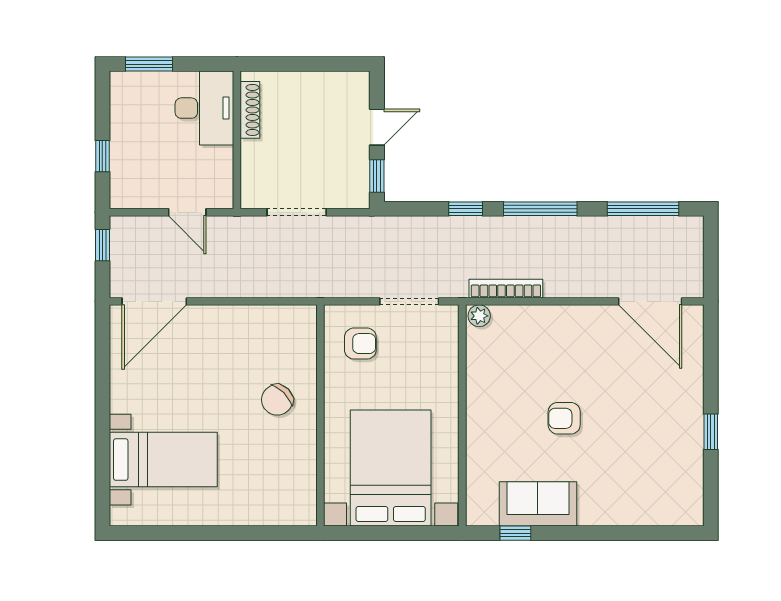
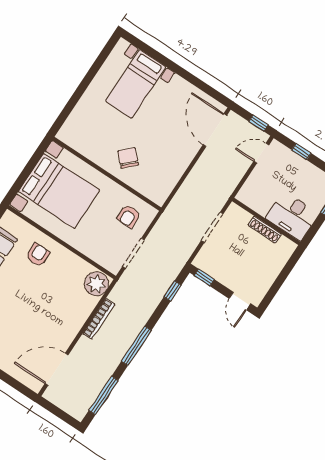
shoe rack: (250, 110) -> (265, 230), moved
door: (377, 127) -> (240, 301), moved
window: (466, 209) -> (173, 291), moved
door: (187, 212) -> (261, 153), moved
bookcase: (506, 289) -> (99, 319), moved
plant: (479, 316) -> (96, 284), width x1.88, depth x1.88
armchair: (564, 418) -> (38, 255), moved

